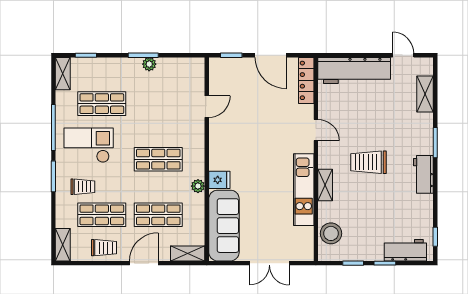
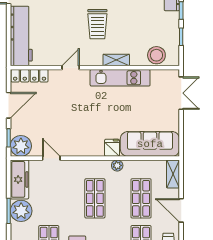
plant: (149, 64) -> (21, 211), width x1.88, depth x1.88
freezer: (181, 68) -> (19, 179), added
plant: (221, 70) -> (21, 146), added
double door: (269, 263) -> (181, 93), moved

